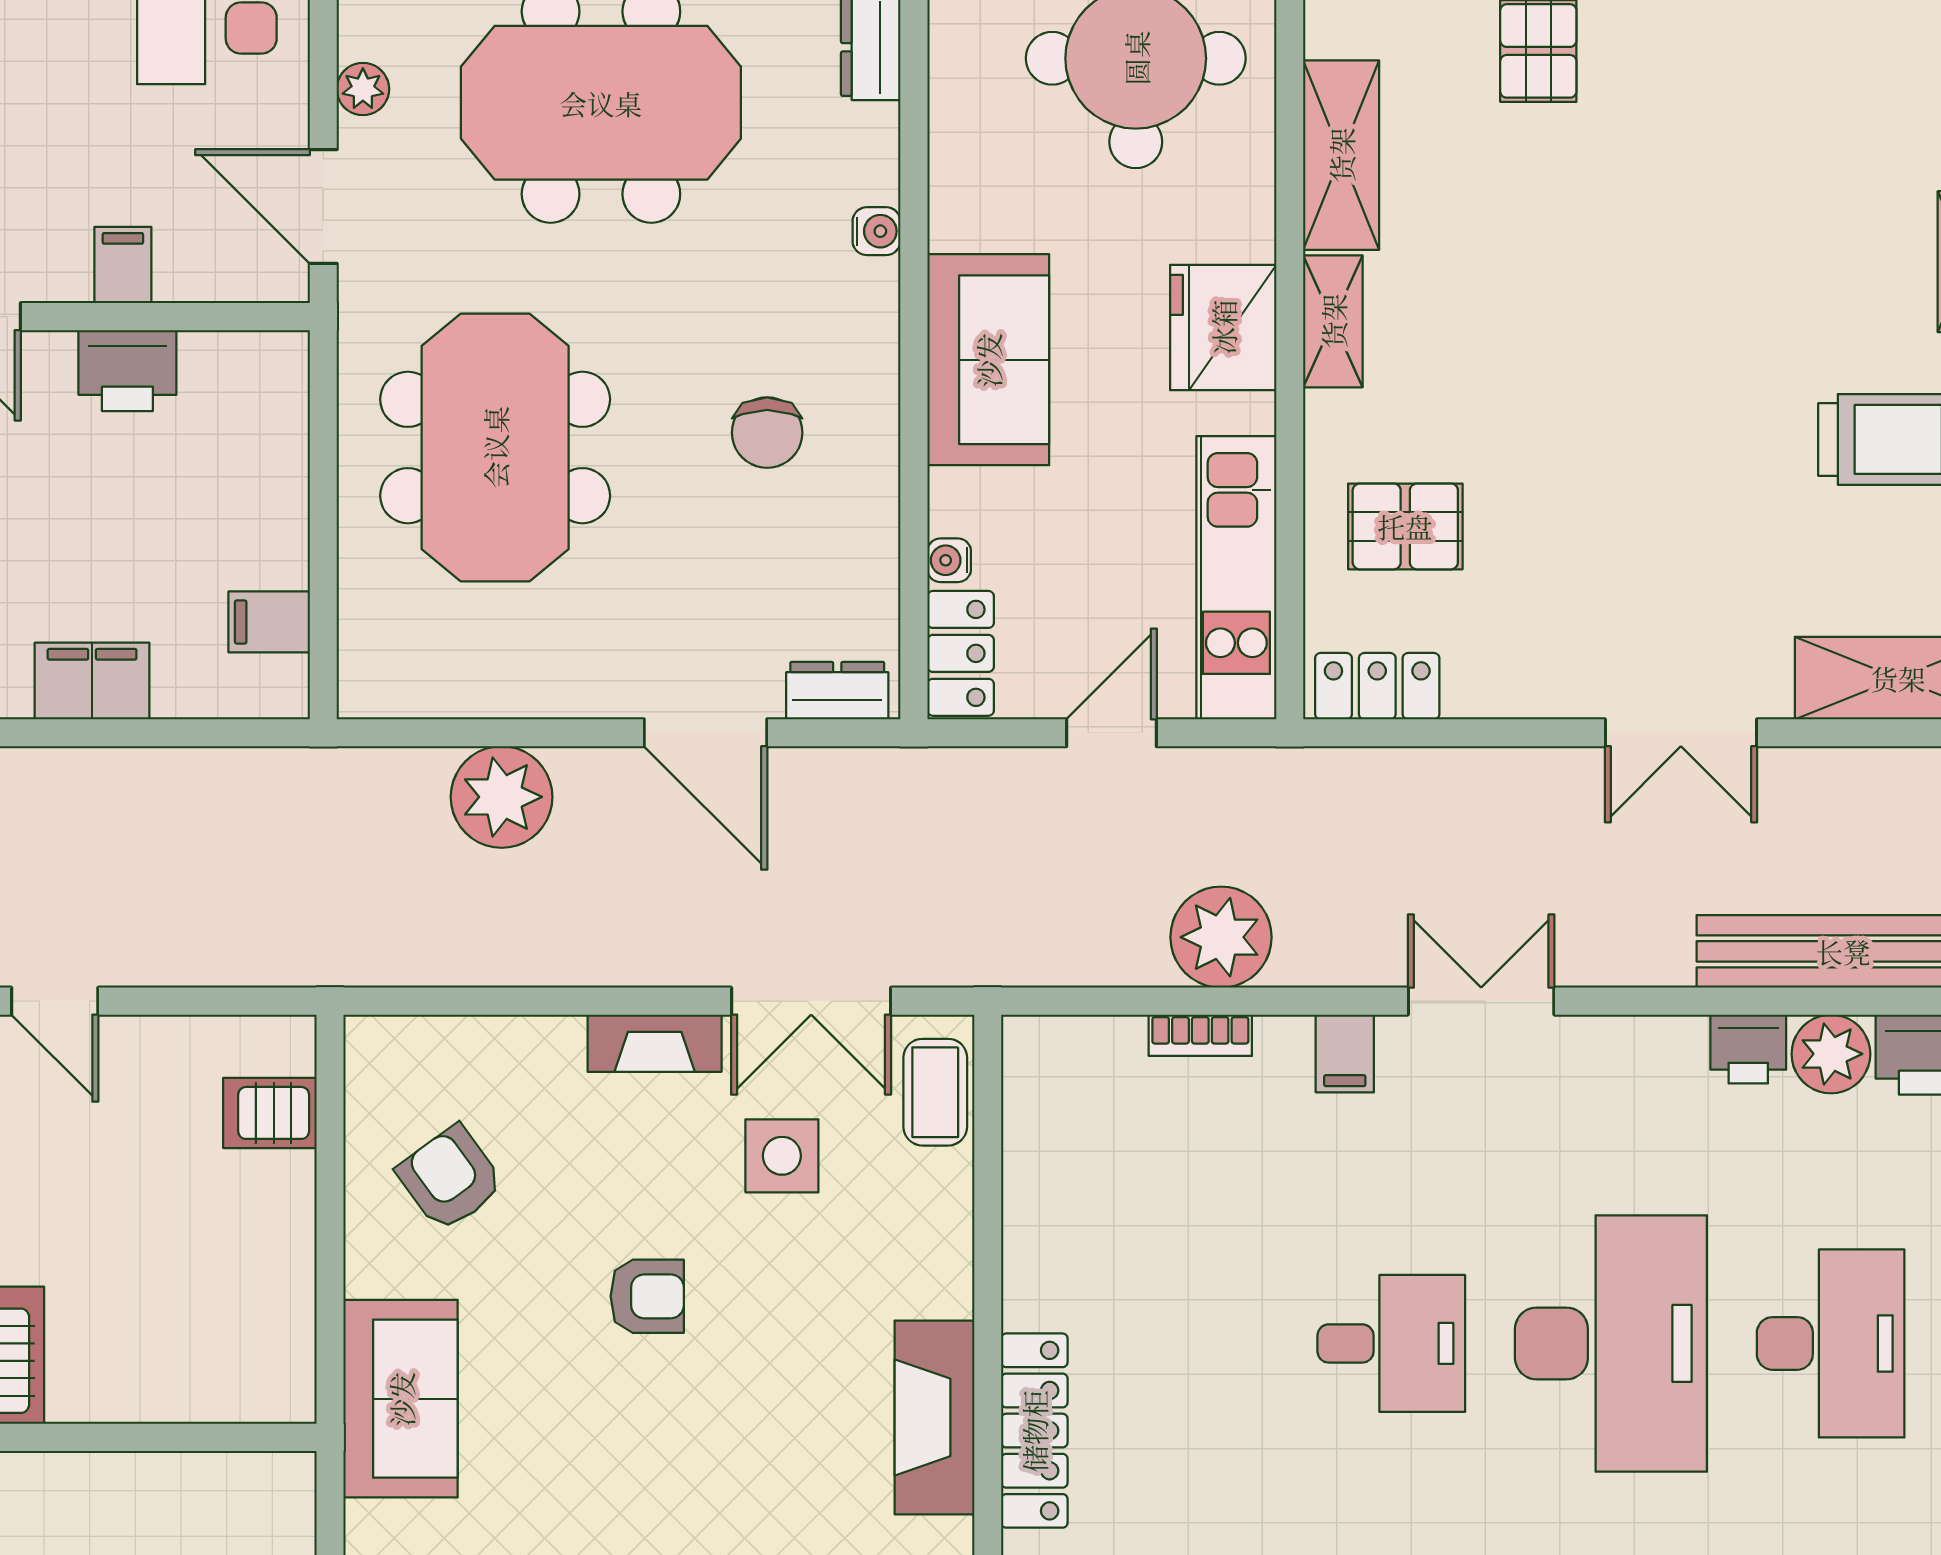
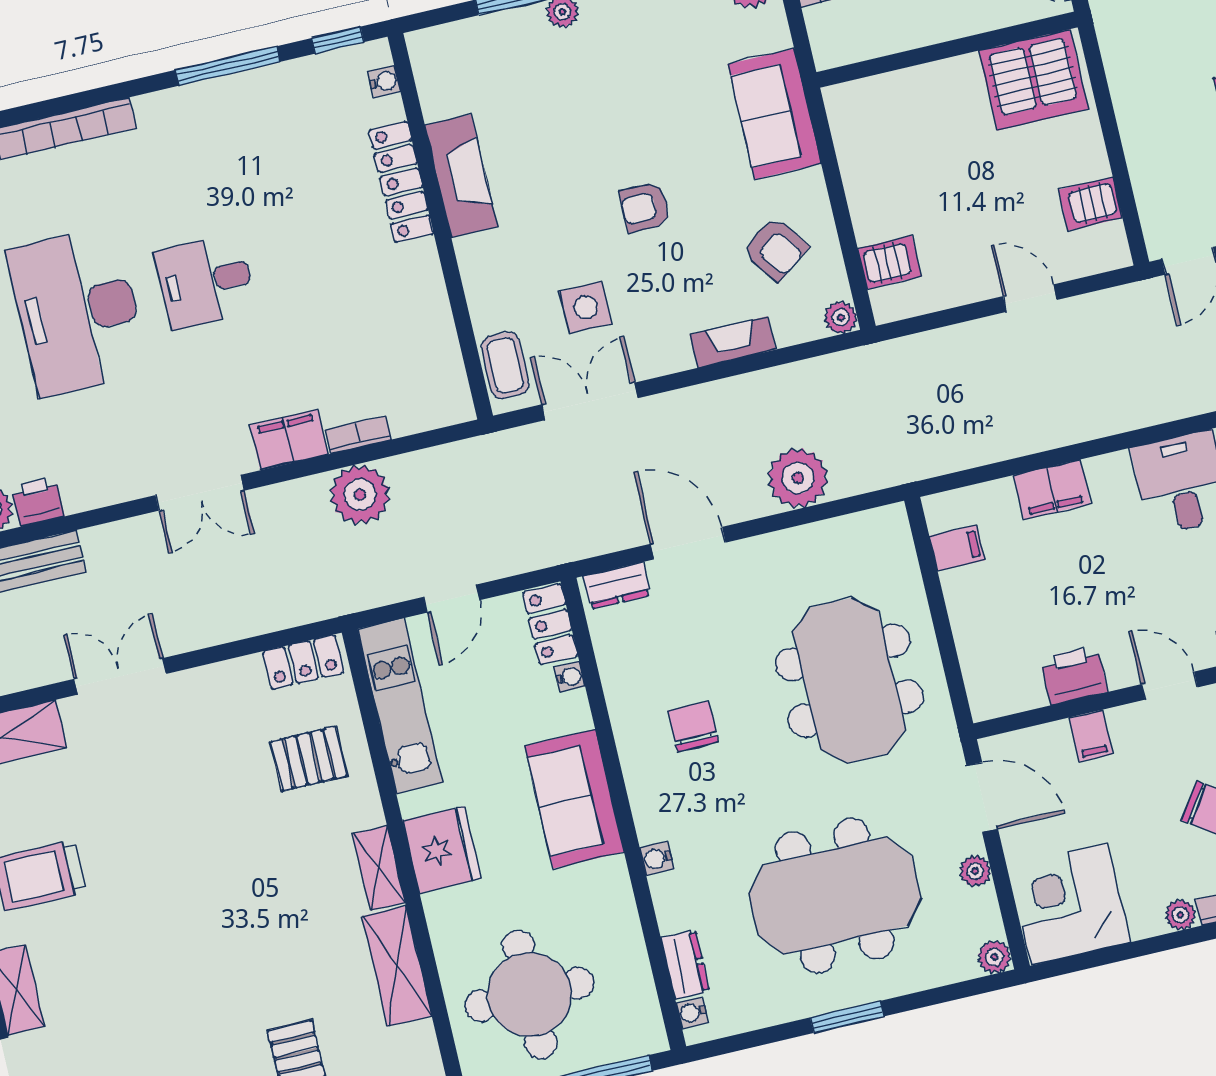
plant: (371, 1042) -> (841, 318), added
fireplace: (655, 1043) -> (733, 342), moved
filing cabinet: (1345, 1053) -> (289, 440), width x2.00

